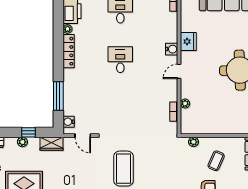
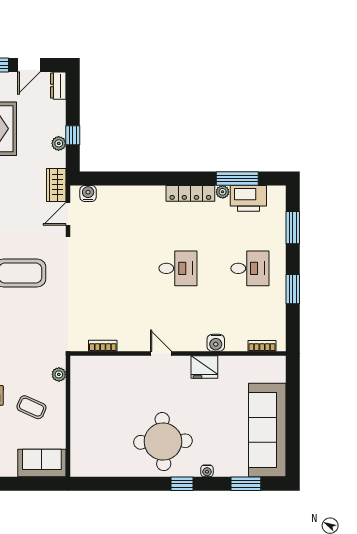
water cooler: (172, 49) -> (216, 343), moved
window: (58, 96) -> (237, 178), moved
plant: (185, 104) -> (114, 362), removed
plant: (22, 142) -> (59, 143), moved
wardrobe: (51, 144) -> (56, 185), moved

